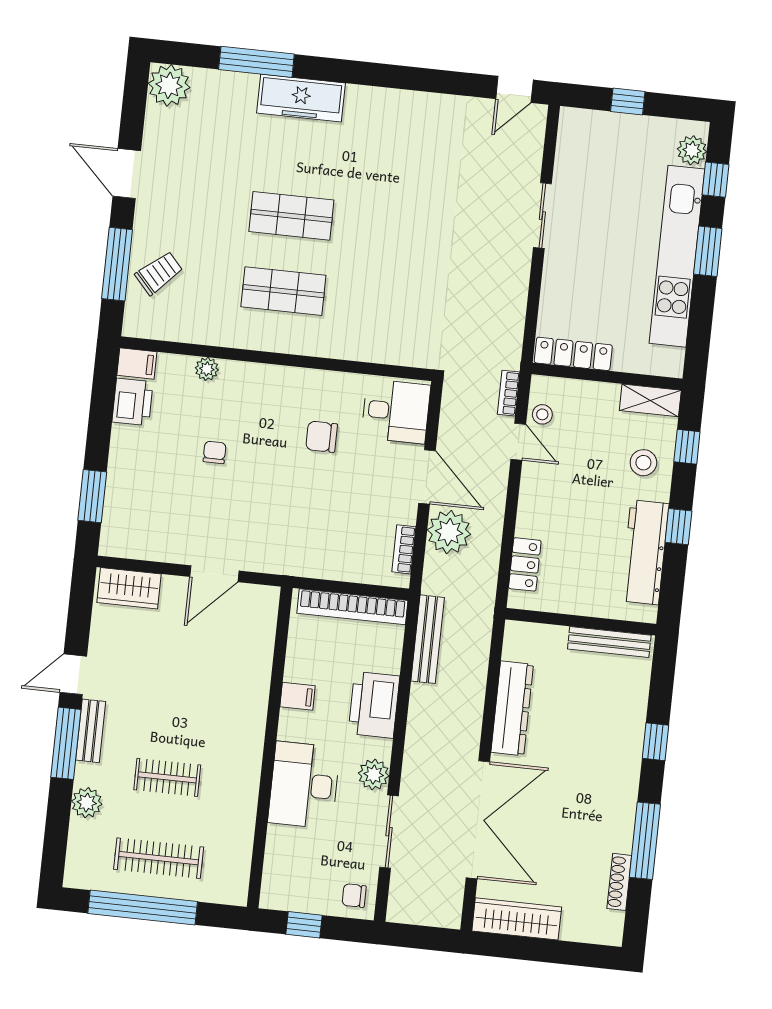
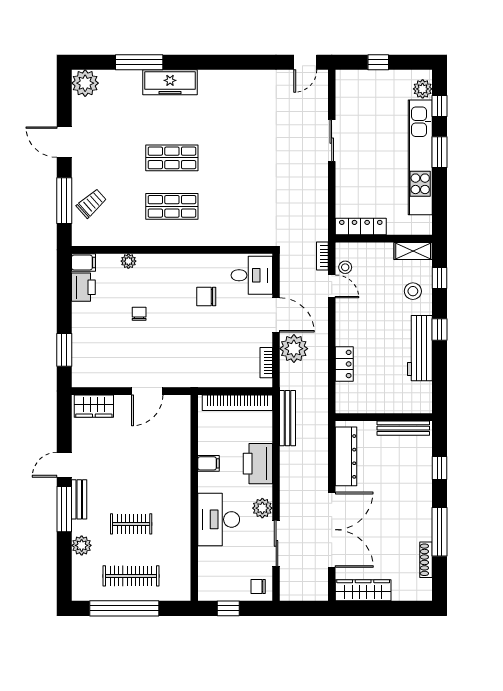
wall: (581, 622) -> (384, 417), moved
bench: (609, 642) -> (403, 428), moved

